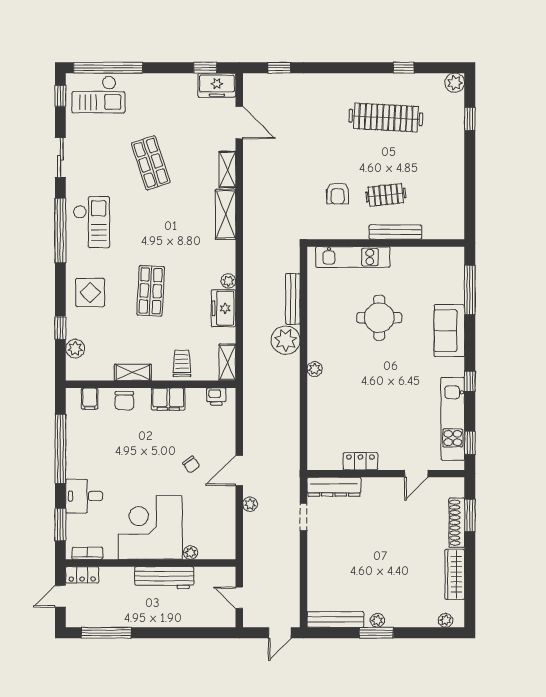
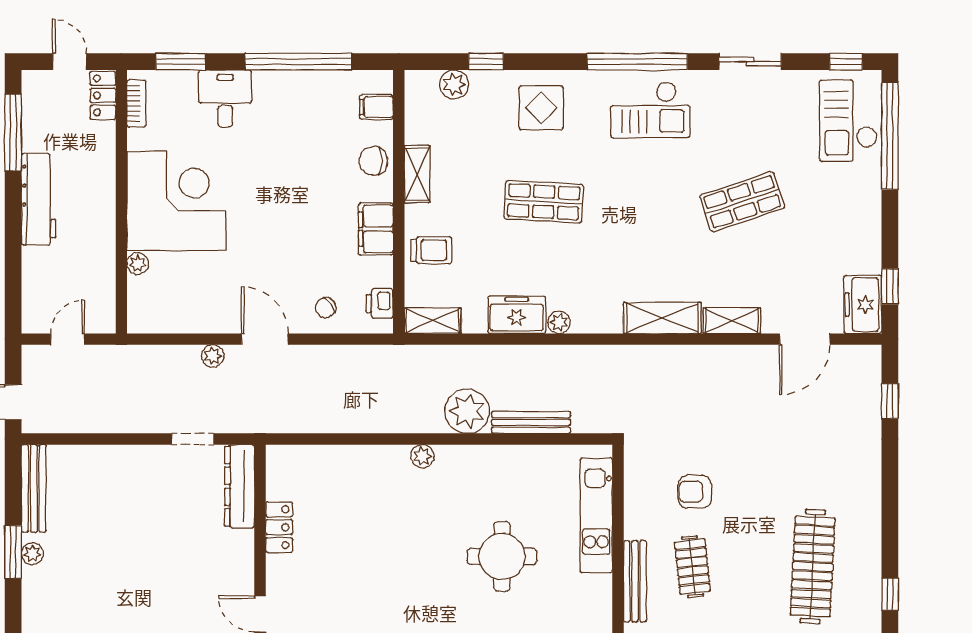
chair: (191, 465) -> (326, 308), moved
workbench: (164, 578) -> (39, 199), moved, turned 180

